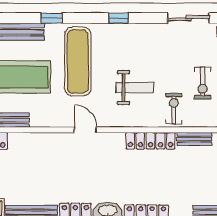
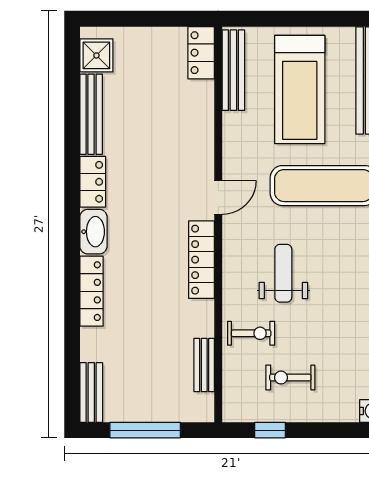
weight bench: (135, 88) -> (283, 273), turned 180
locker: (150, 141) -> (202, 260), moved

